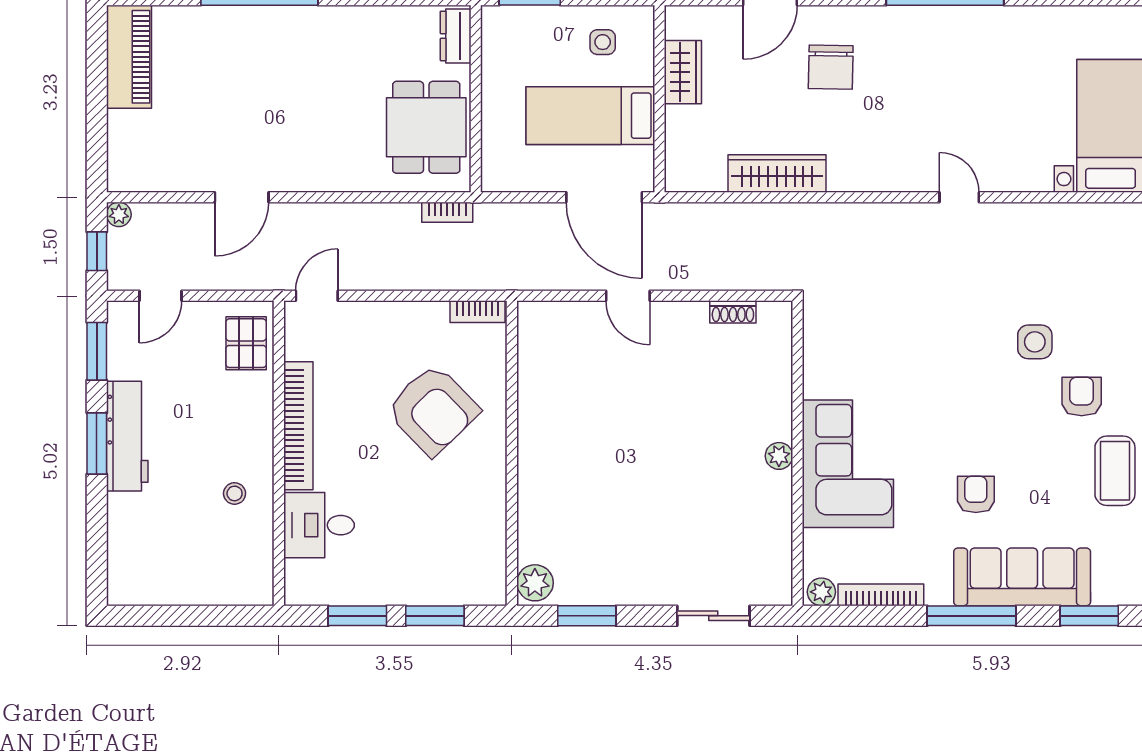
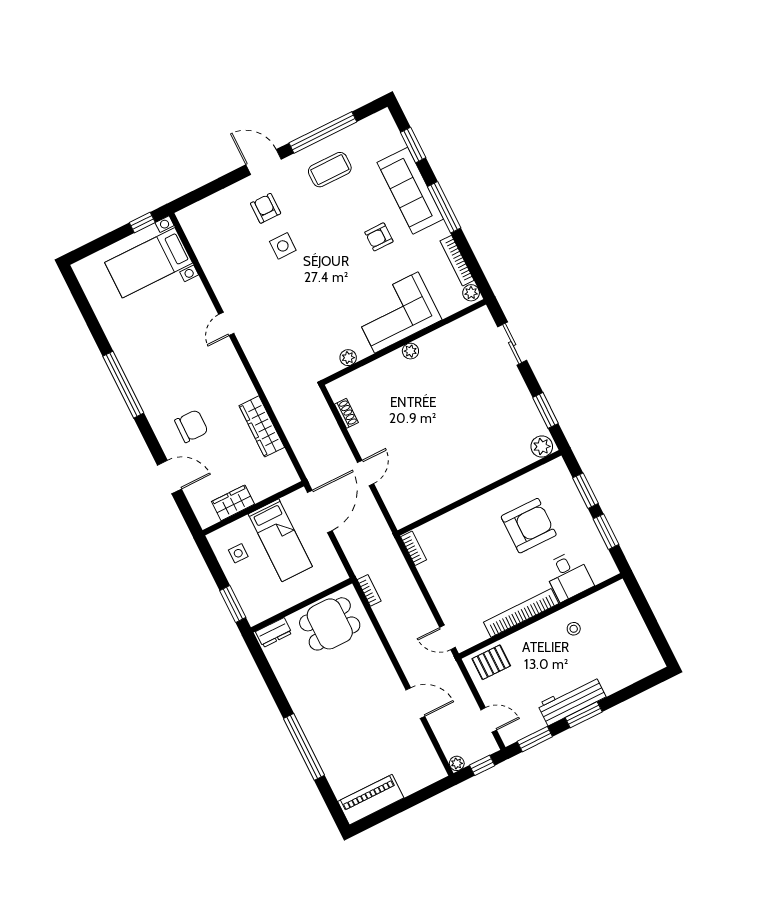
plant: (816, 356) -> (348, 358), added
armchair: (1082, 397) -> (266, 208), moved, turned 90
armchair: (433, 410) -> (529, 526), moved, turned 44

